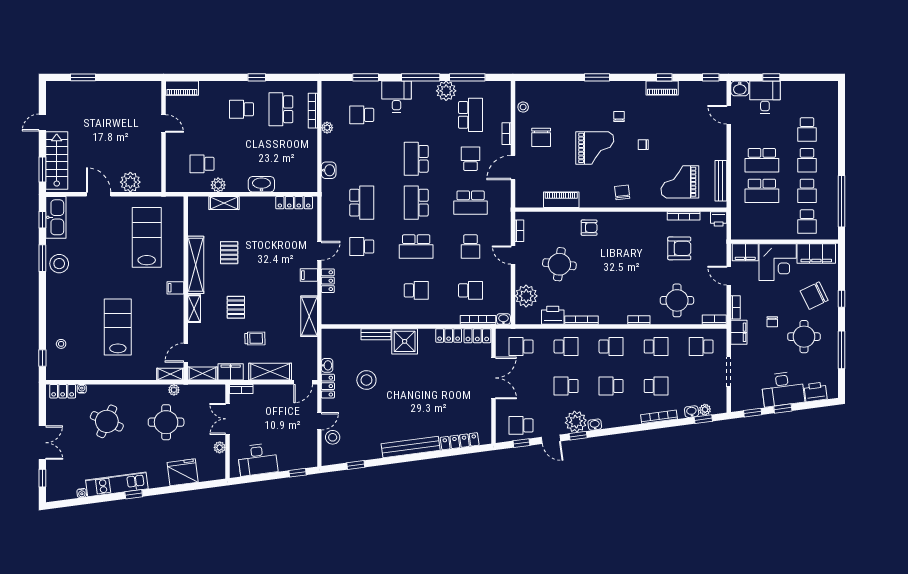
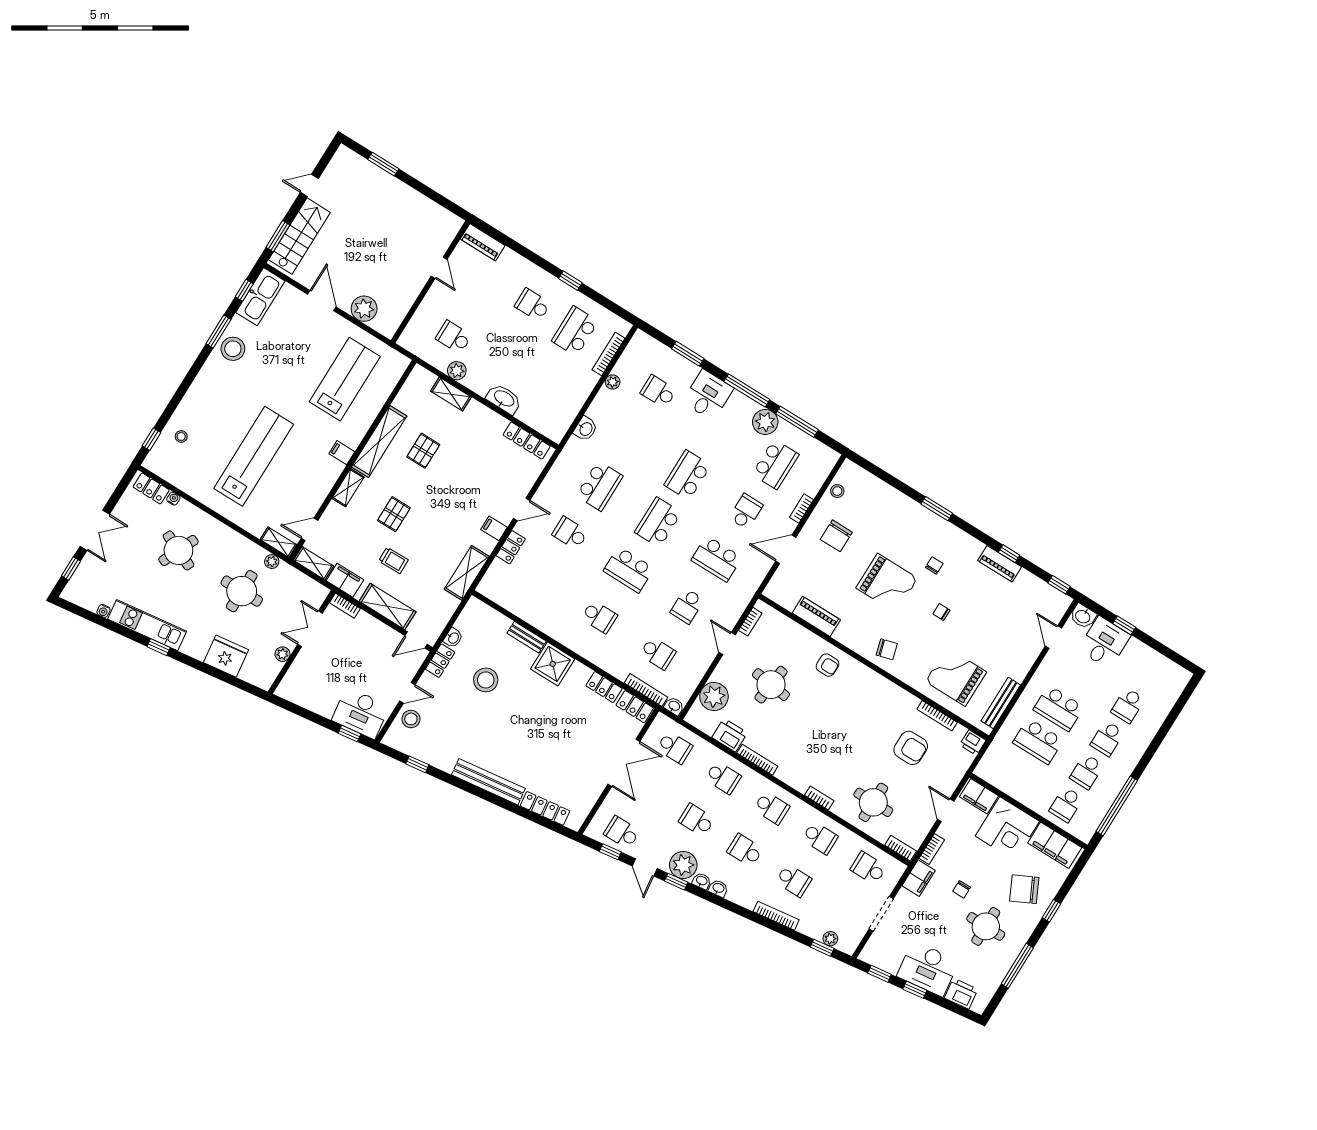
chair: (622, 192) -> (887, 649), turned 81
lab bench: (118, 327) -> (254, 456), width x1.36
school desk: (521, 347) -> (675, 748), turned 180
washbasin: (692, 412) -> (718, 888), moved
desk: (258, 459) -> (361, 713), moved

